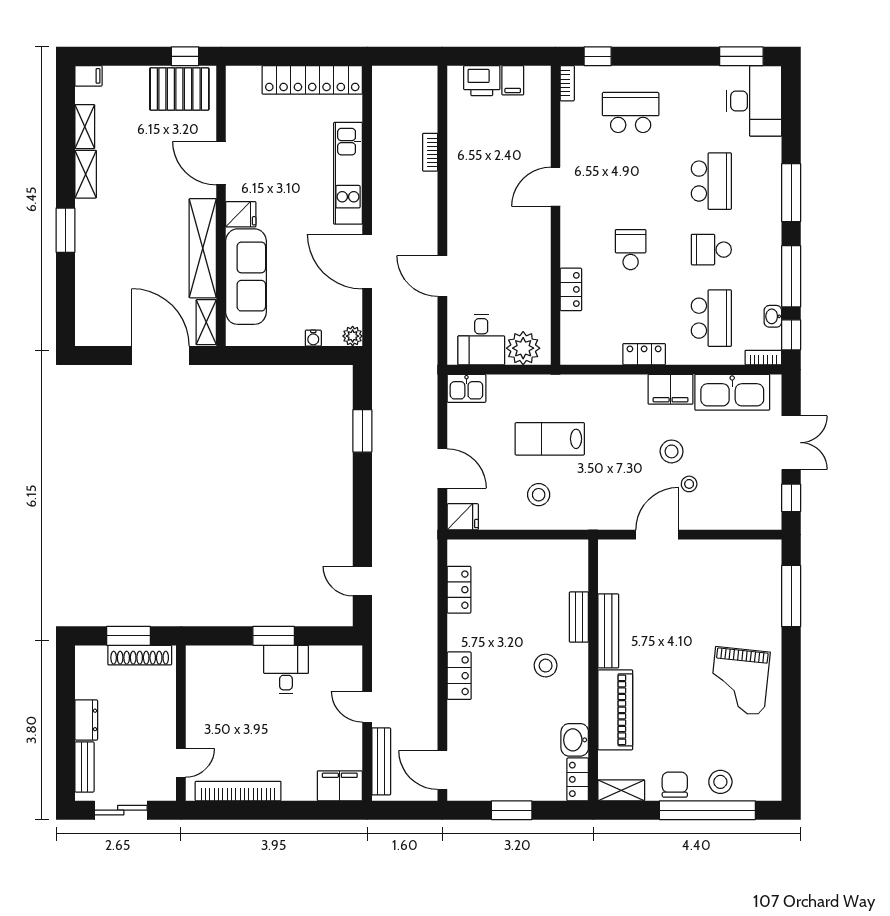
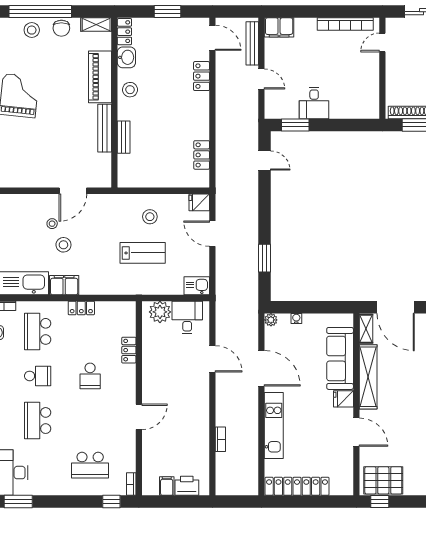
window: (274, 636) -> (295, 125), moved
stool: (546, 666) -> (130, 90), moved
locker: (459, 676) -> (202, 76), moved

